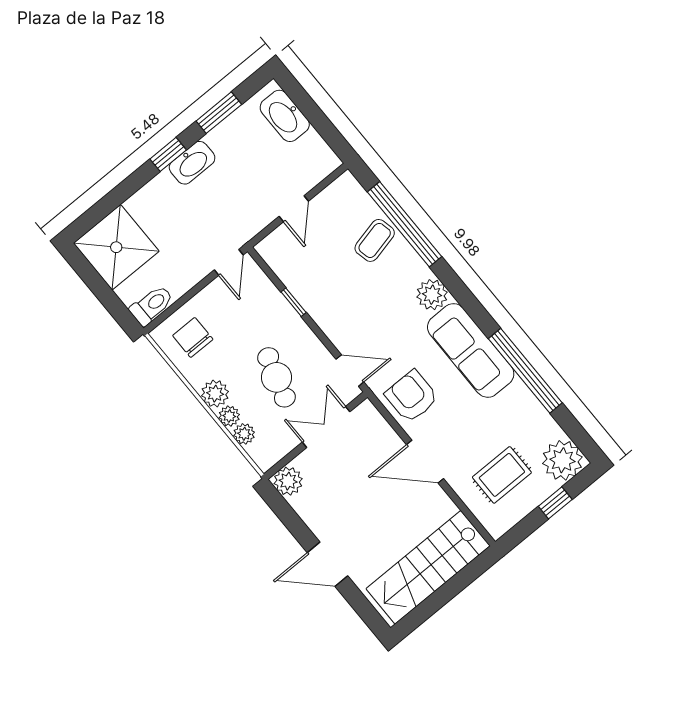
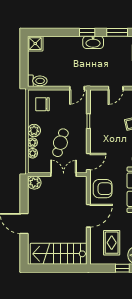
shower: (116, 247) -> (35, 44), width x0.54, depth x0.54
chair: (193, 337) -> (42, 104), turned -90
door: (350, 371) -> (88, 162), hinge flipped
armchair: (412, 396) -> (103, 189), turned 90
door: (425, 462) -> (88, 216), swing flipped
rug: (502, 475) -> (112, 243), turned 90

